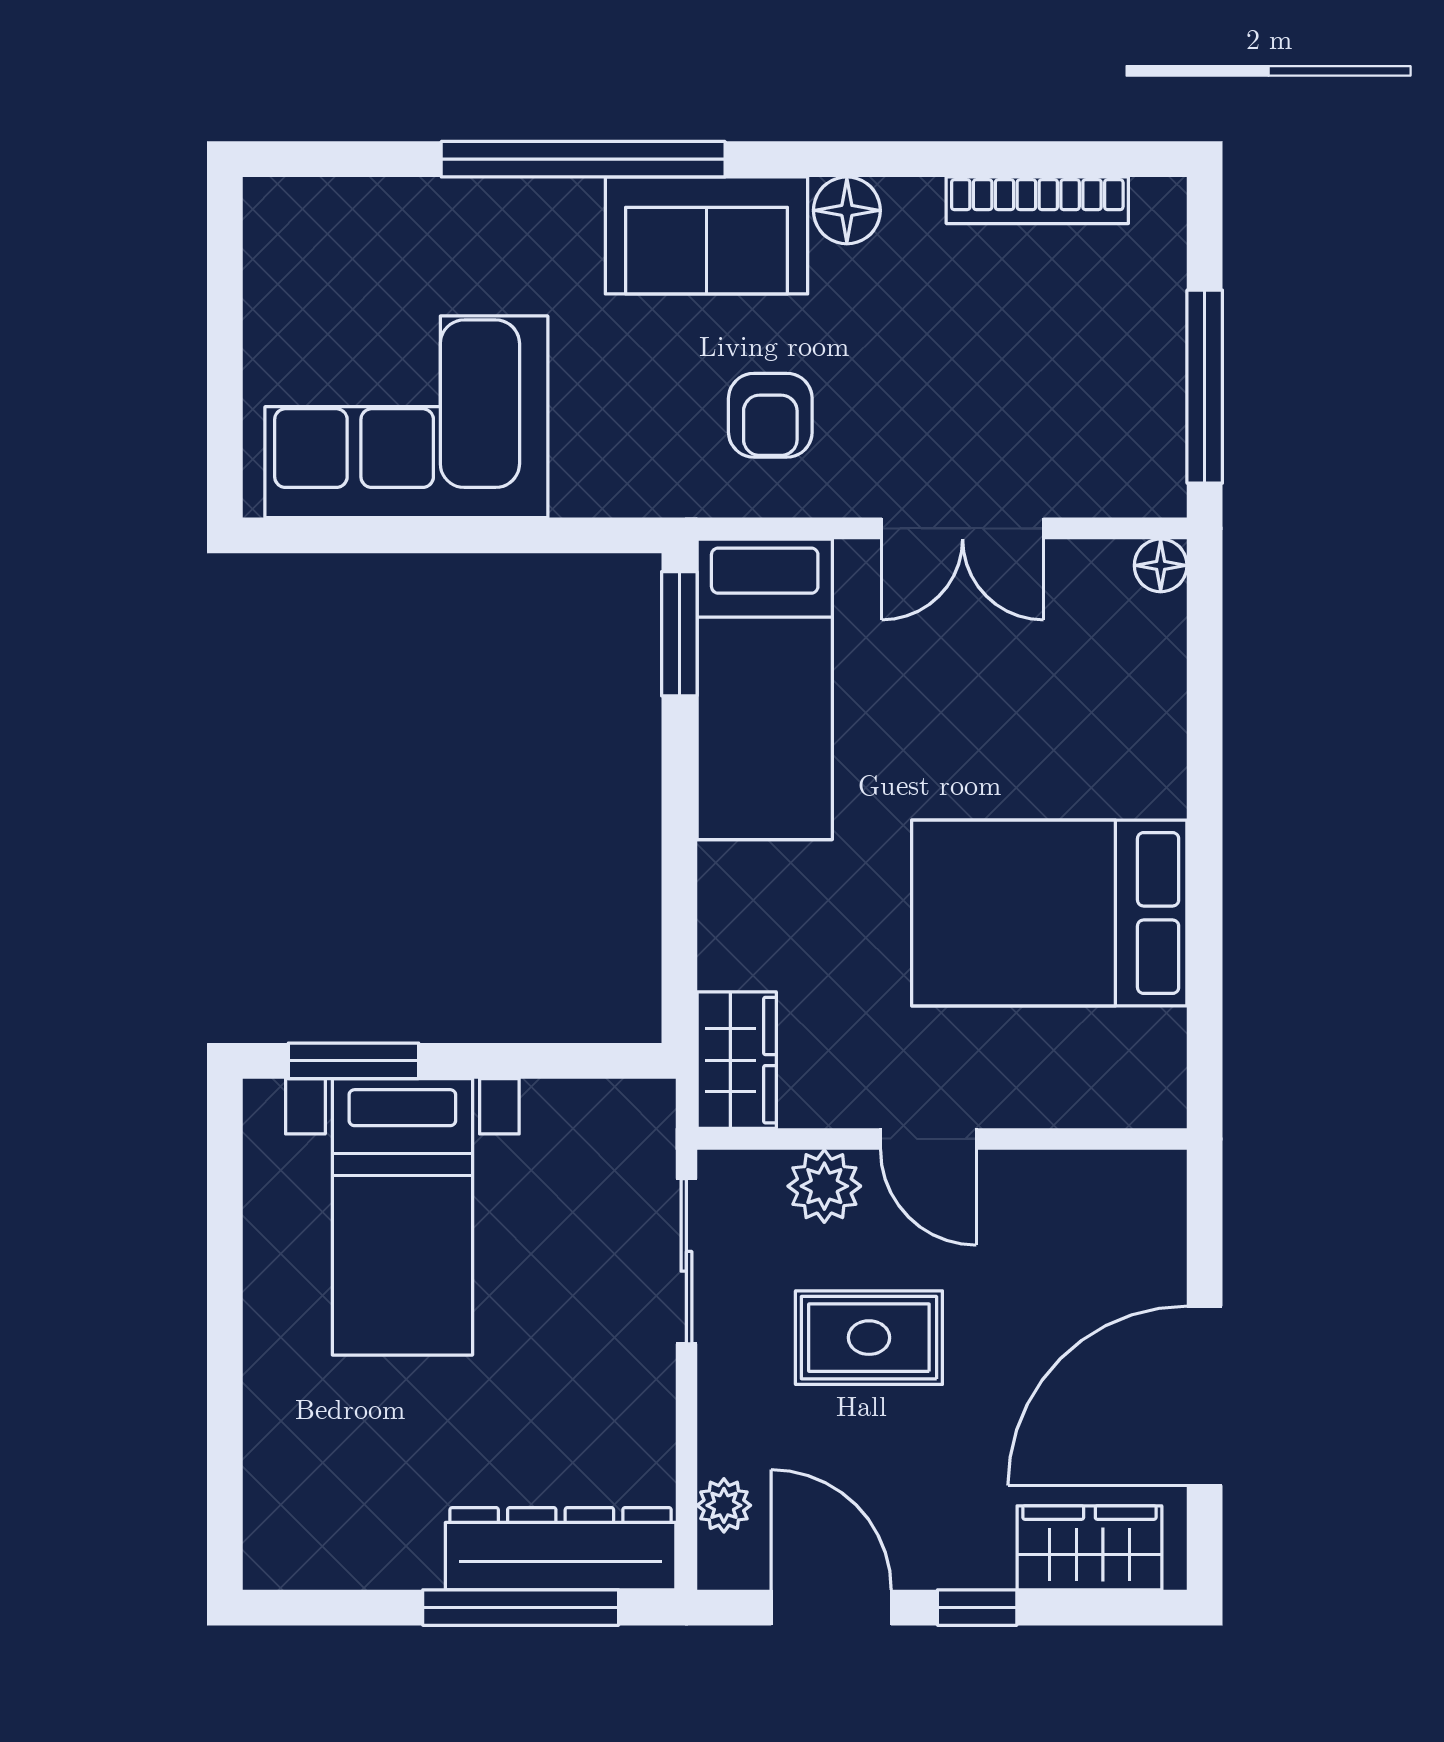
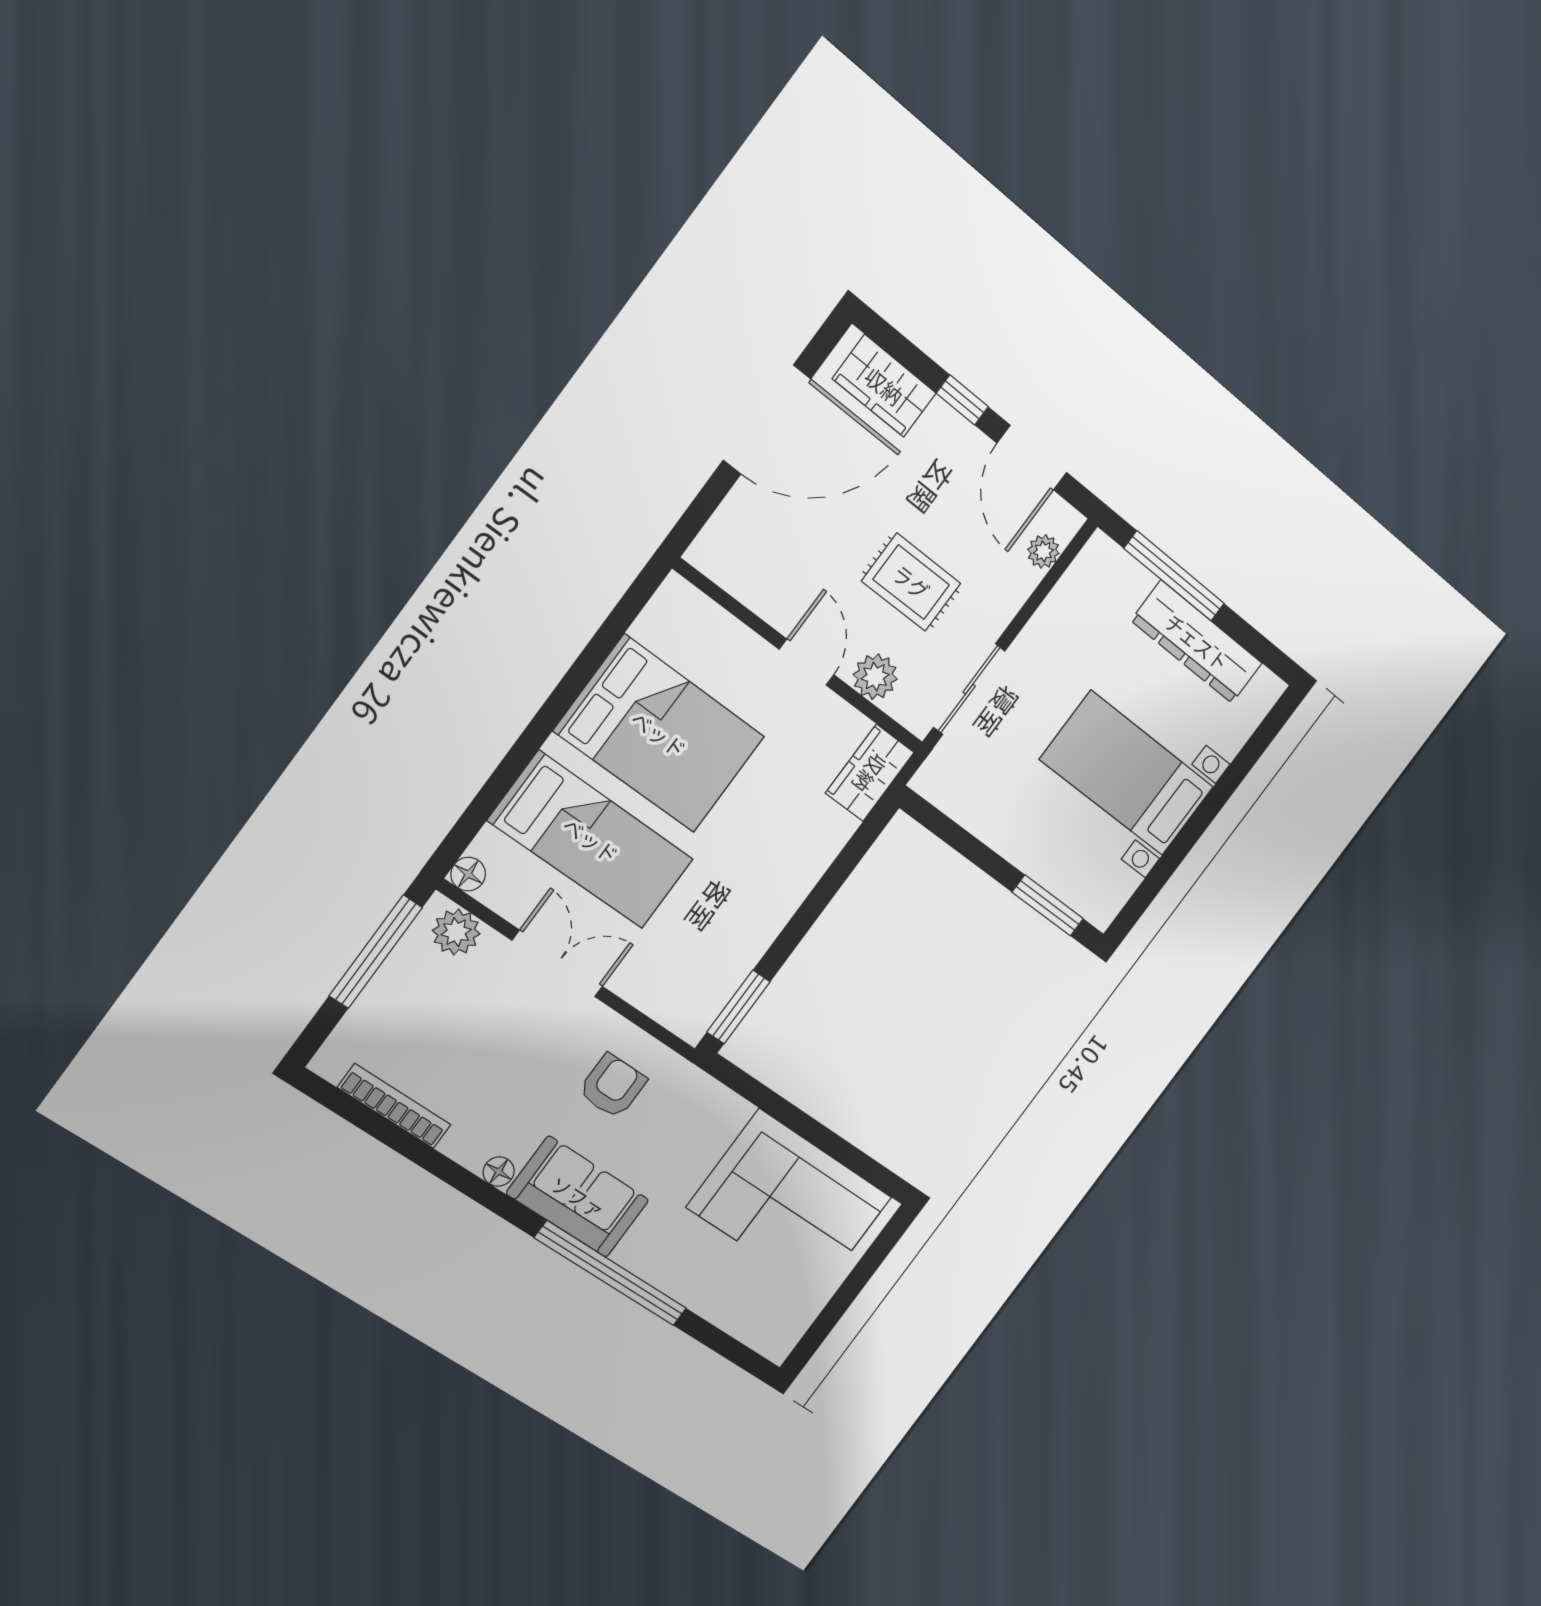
floor lamp: (847, 210) -> (499, 1172), width x0.73, depth x0.73
plant: (1122, 481) -> (456, 932), added
bed: (765, 689) -> (591, 840), moved, turned 90
bed with nightstands: (402, 1217) -> (1127, 773), moved, turned -90
dresser: (561, 1549) -> (1197, 642), moved

